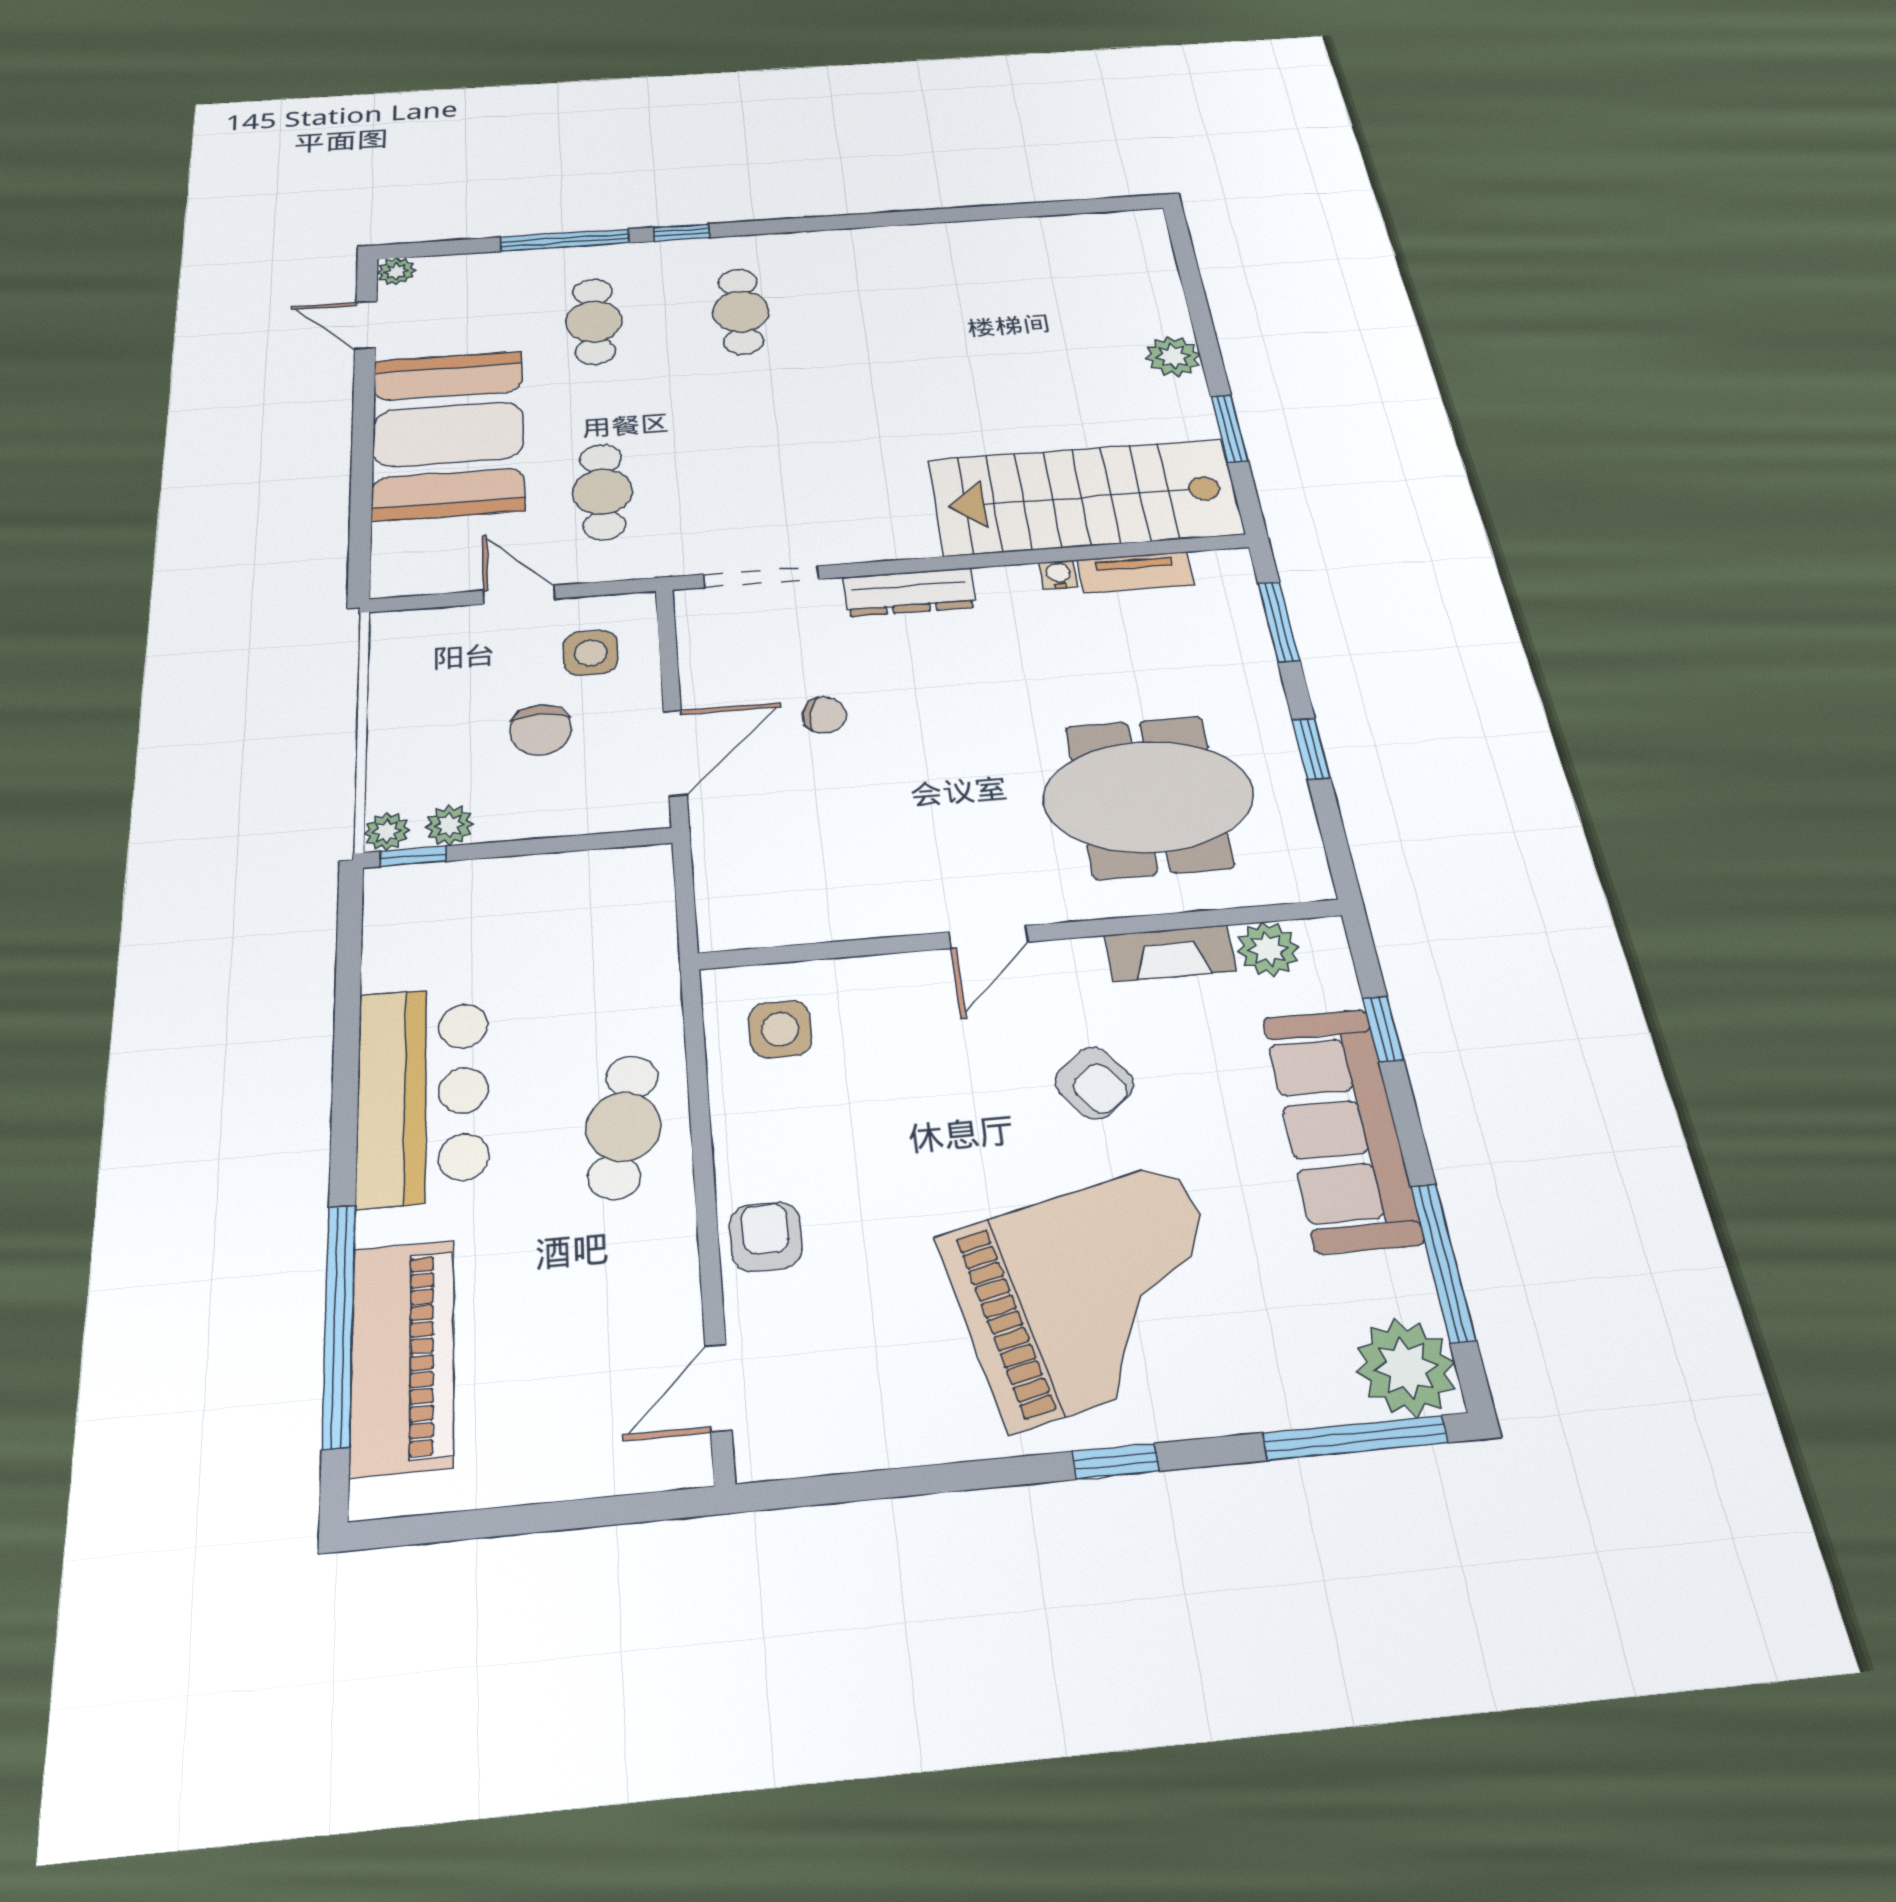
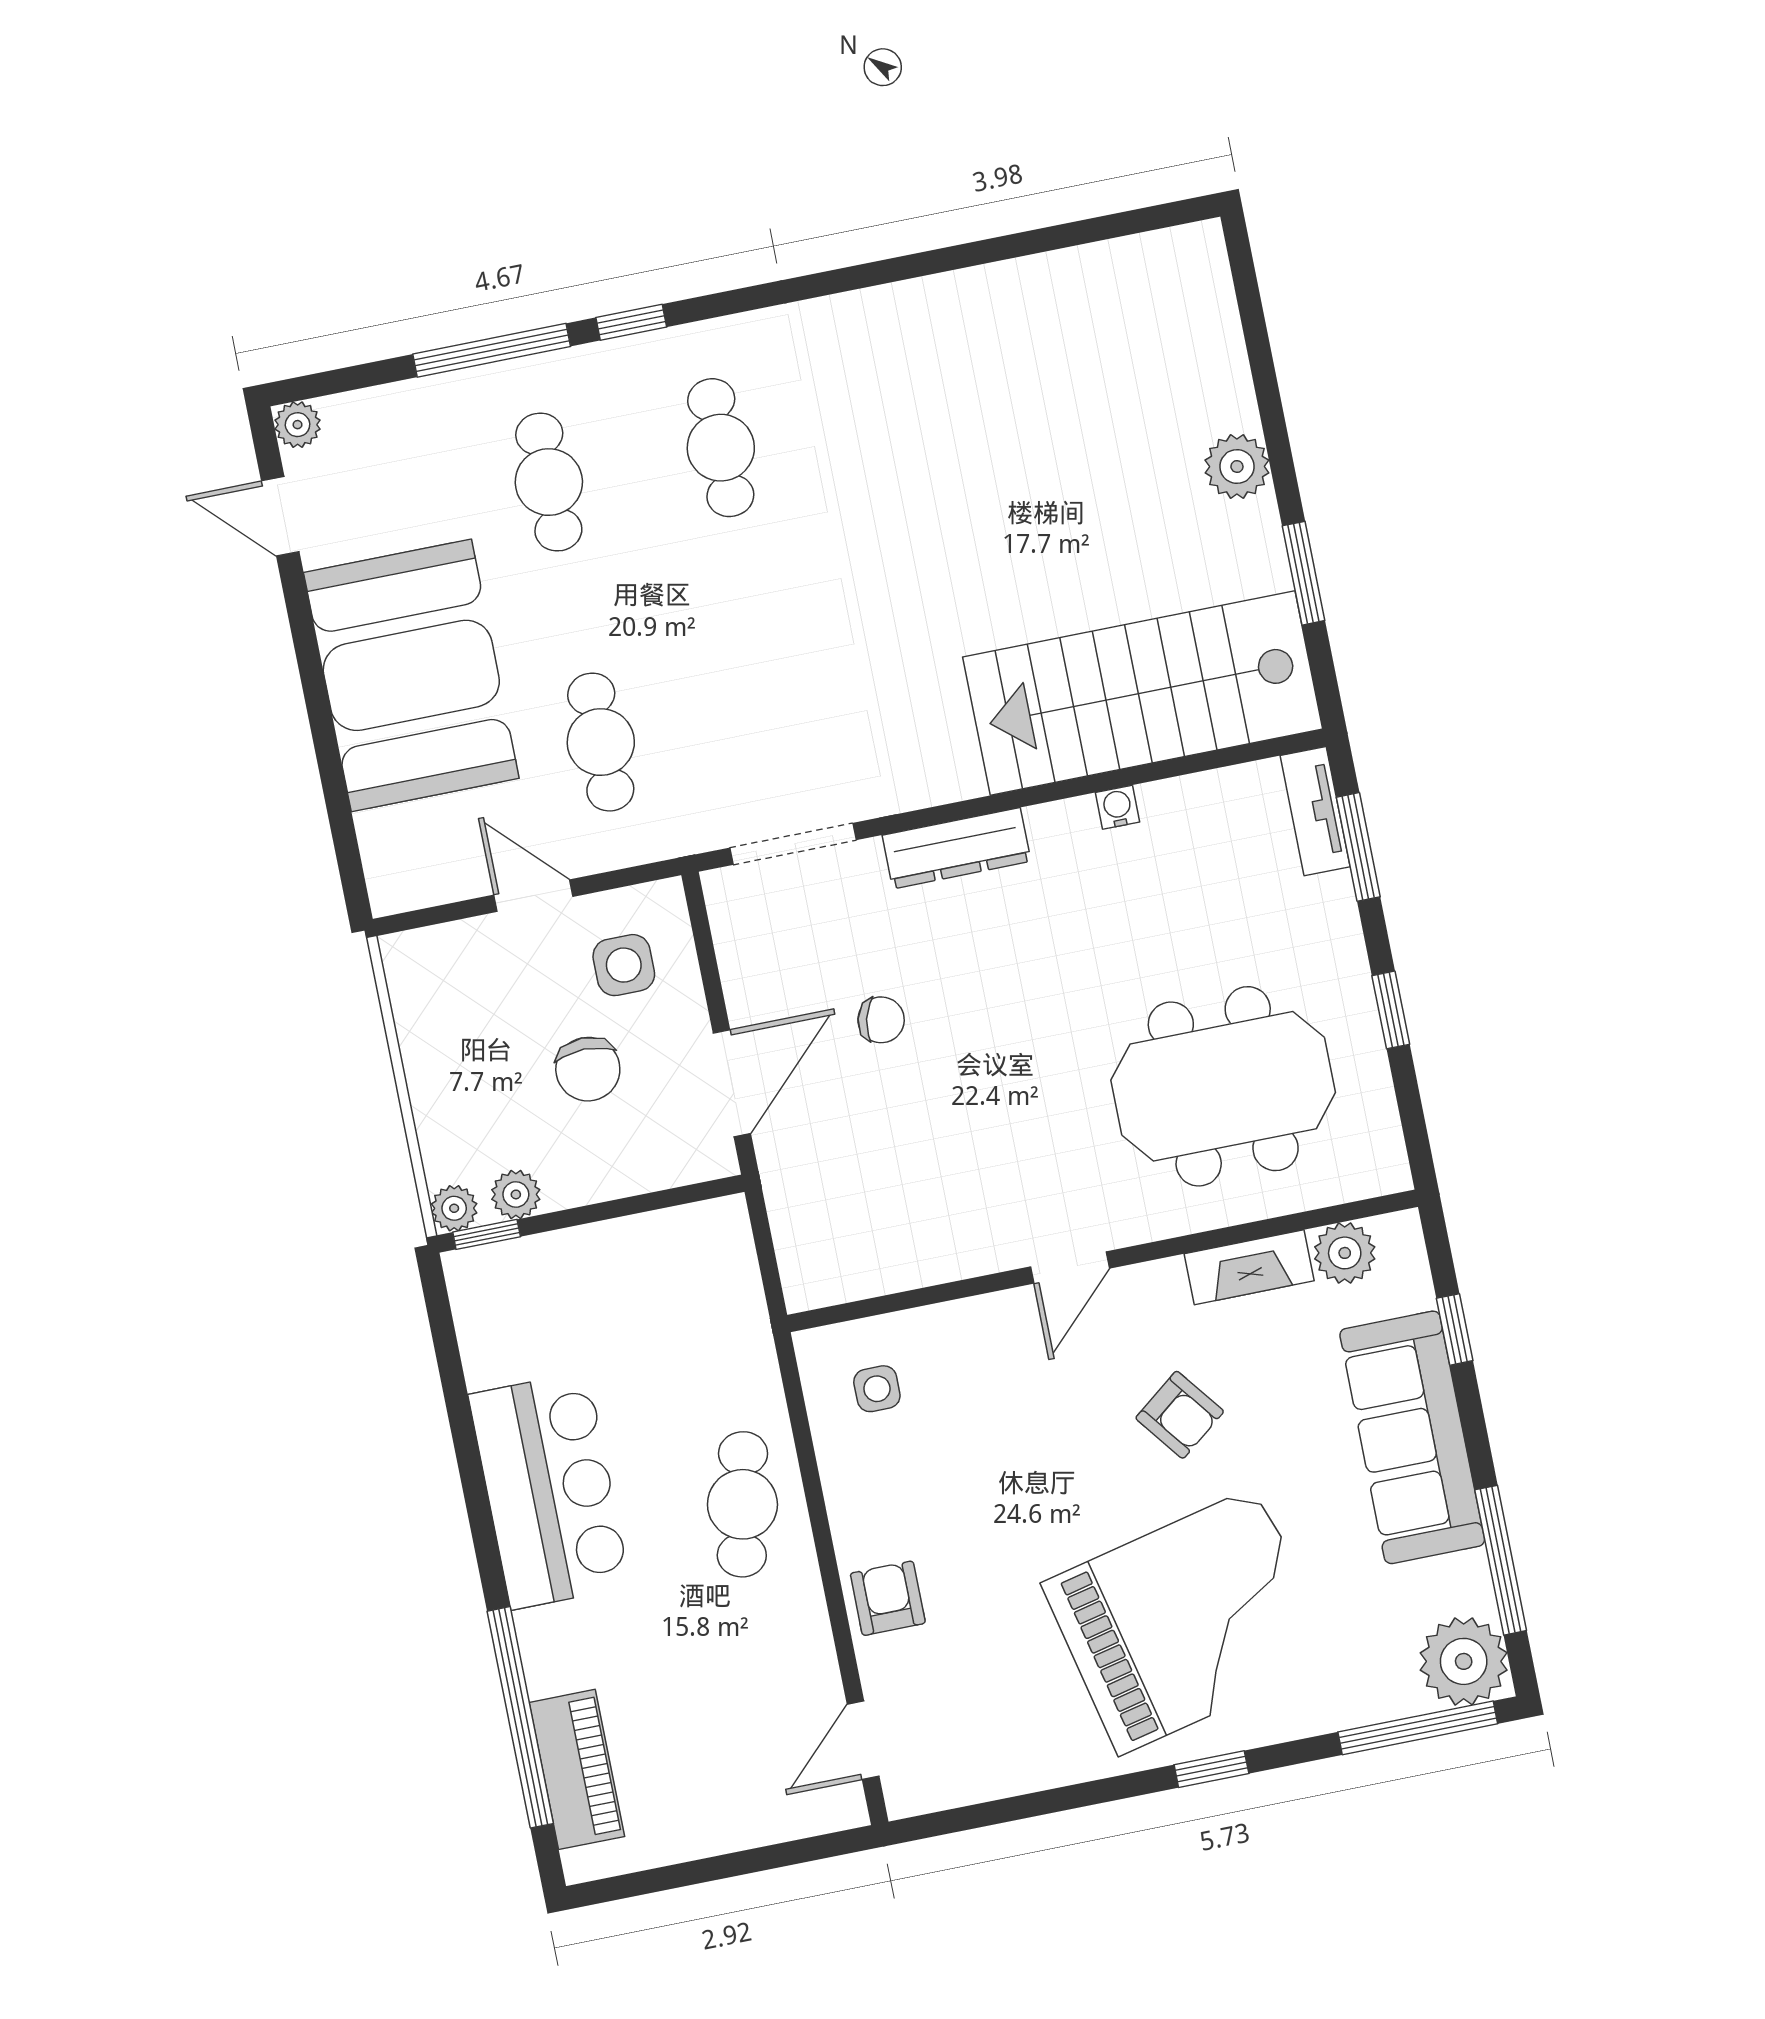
tv unit: (1135, 572) -> (1315, 811), moved, turned 90
side table: (780, 1029) -> (877, 1389), width x0.73, depth x0.73
piano: (402, 1356) -> (577, 1769), width x0.73, depth x0.75

